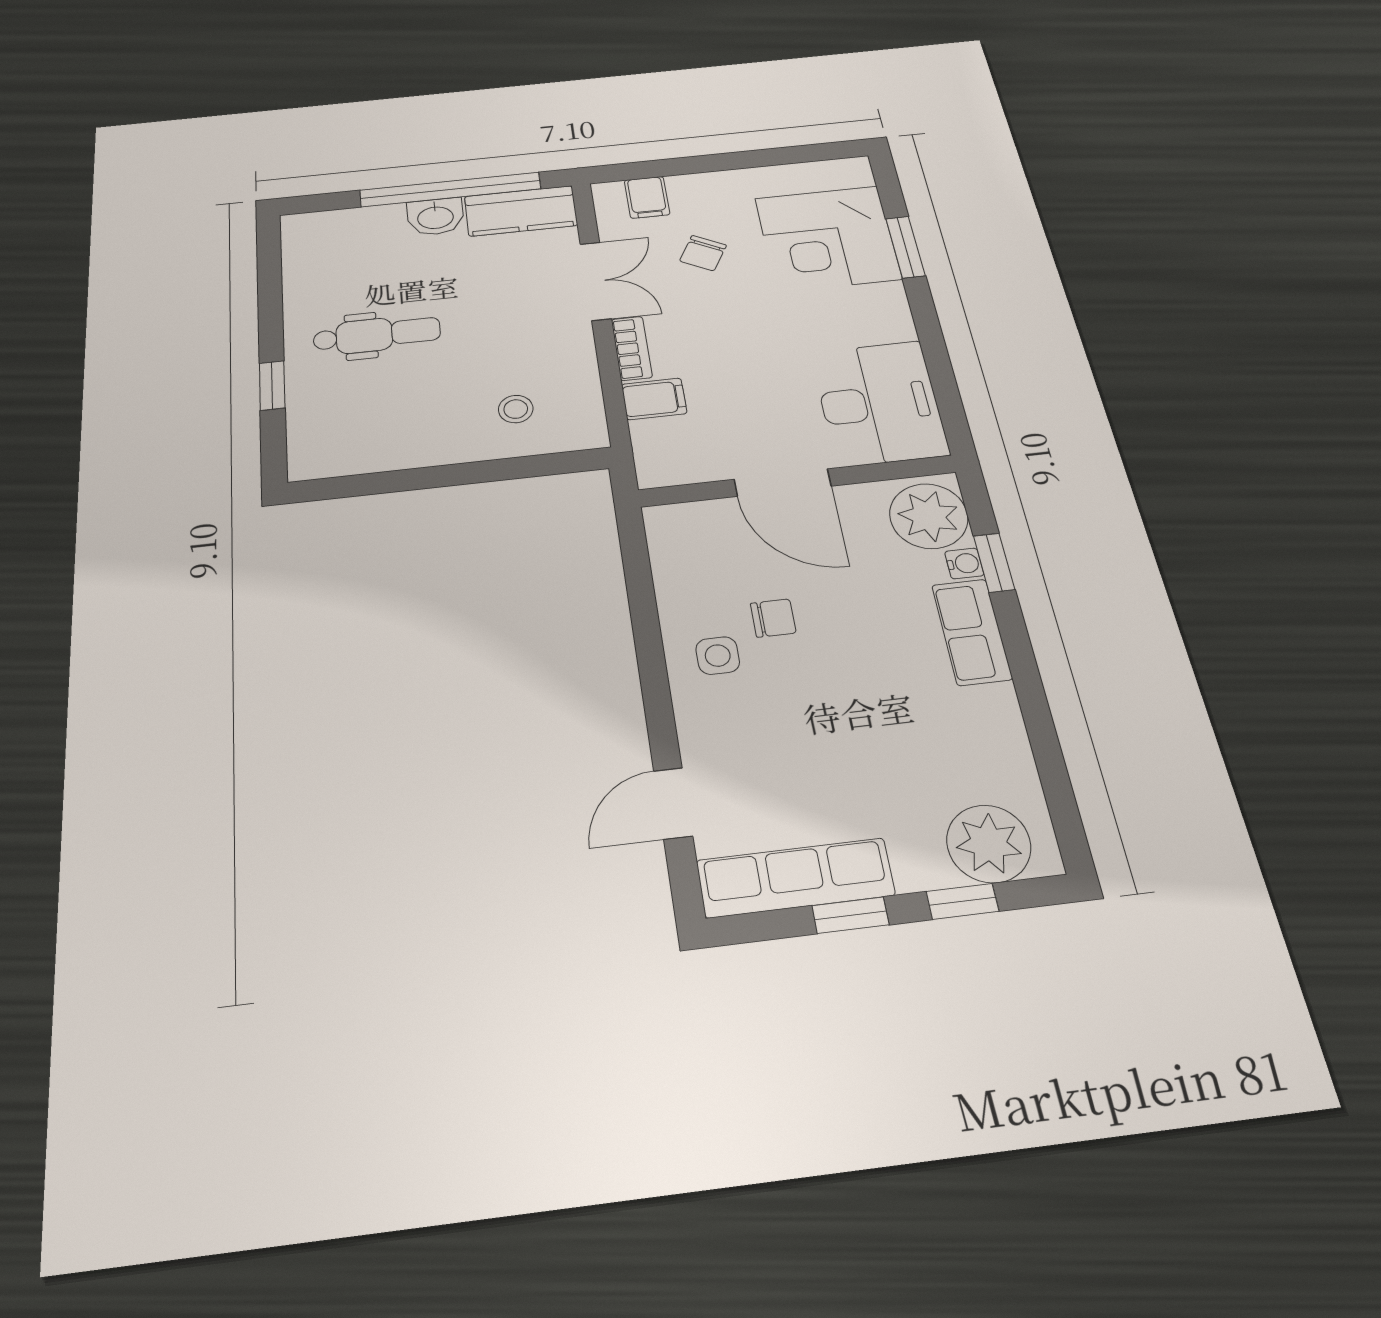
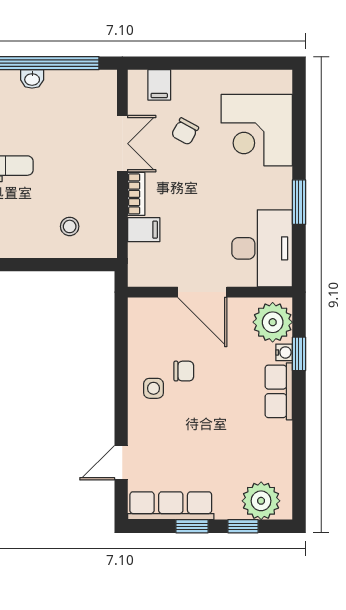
kitchen counter: (521, 211) -> (86, 85), removed
washbasin: (435, 217) -> (32, 79), width x0.72, depth x0.69
window: (905, 247) -> (299, 202), moved

